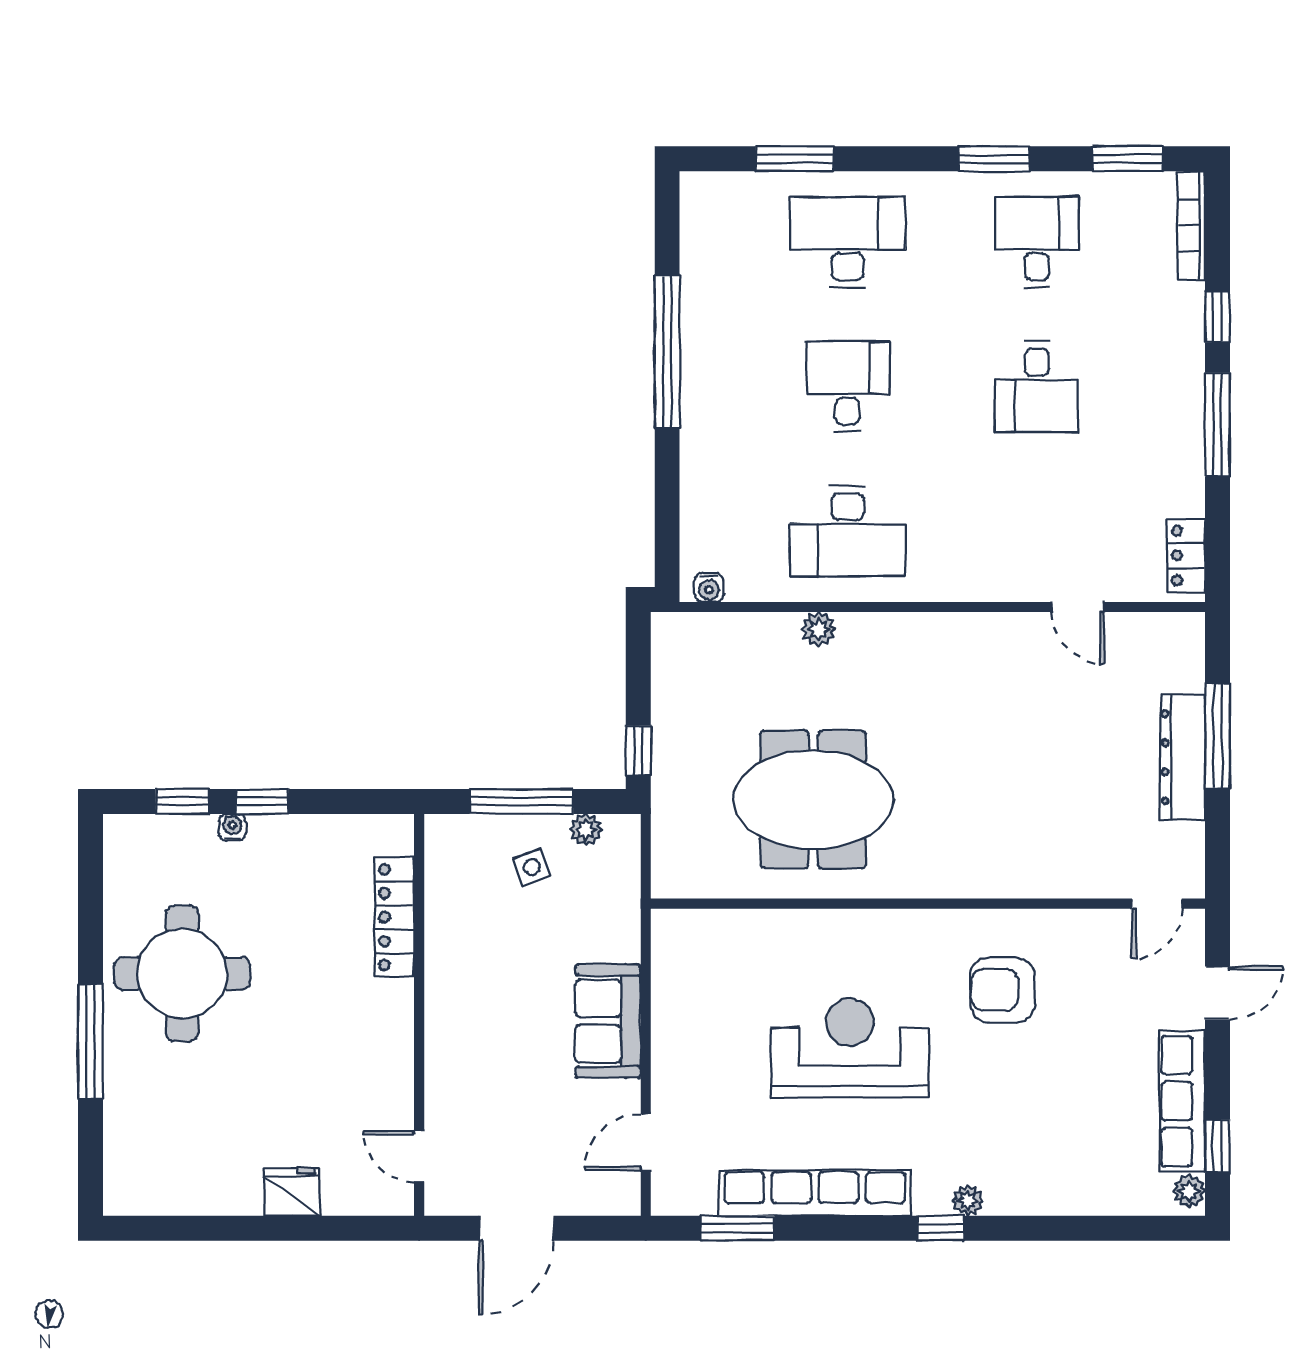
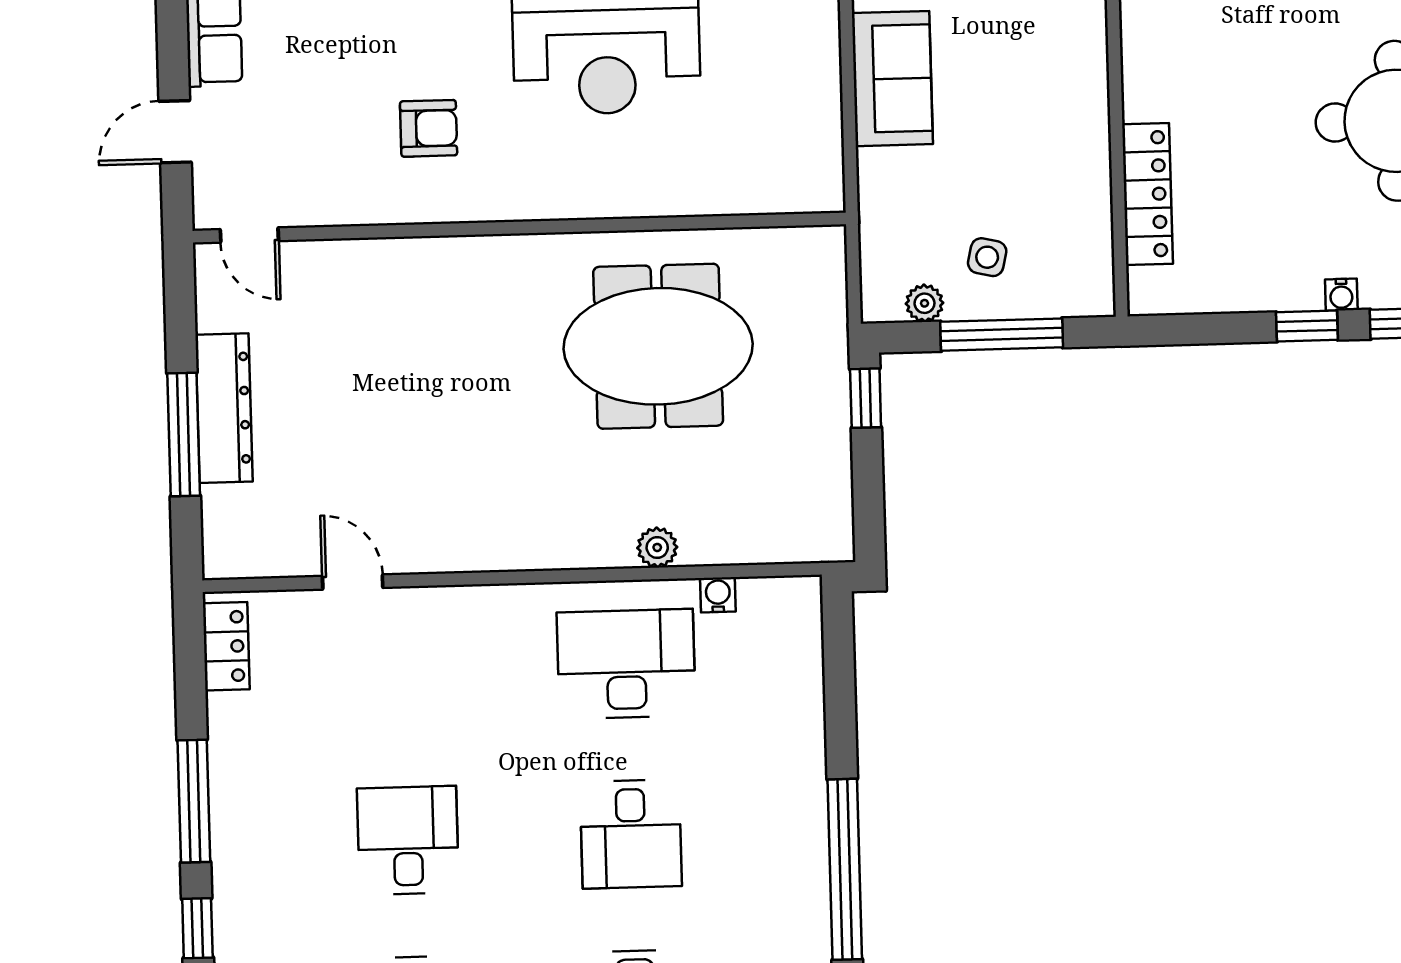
water cooler: (709, 587) -> (718, 595), moved
side table: (532, 867) -> (987, 257), turned 33
door: (1157, 904) -> (249, 235), swing flipped
armchair: (1002, 990) -> (429, 128), width x0.72, depth x0.72

